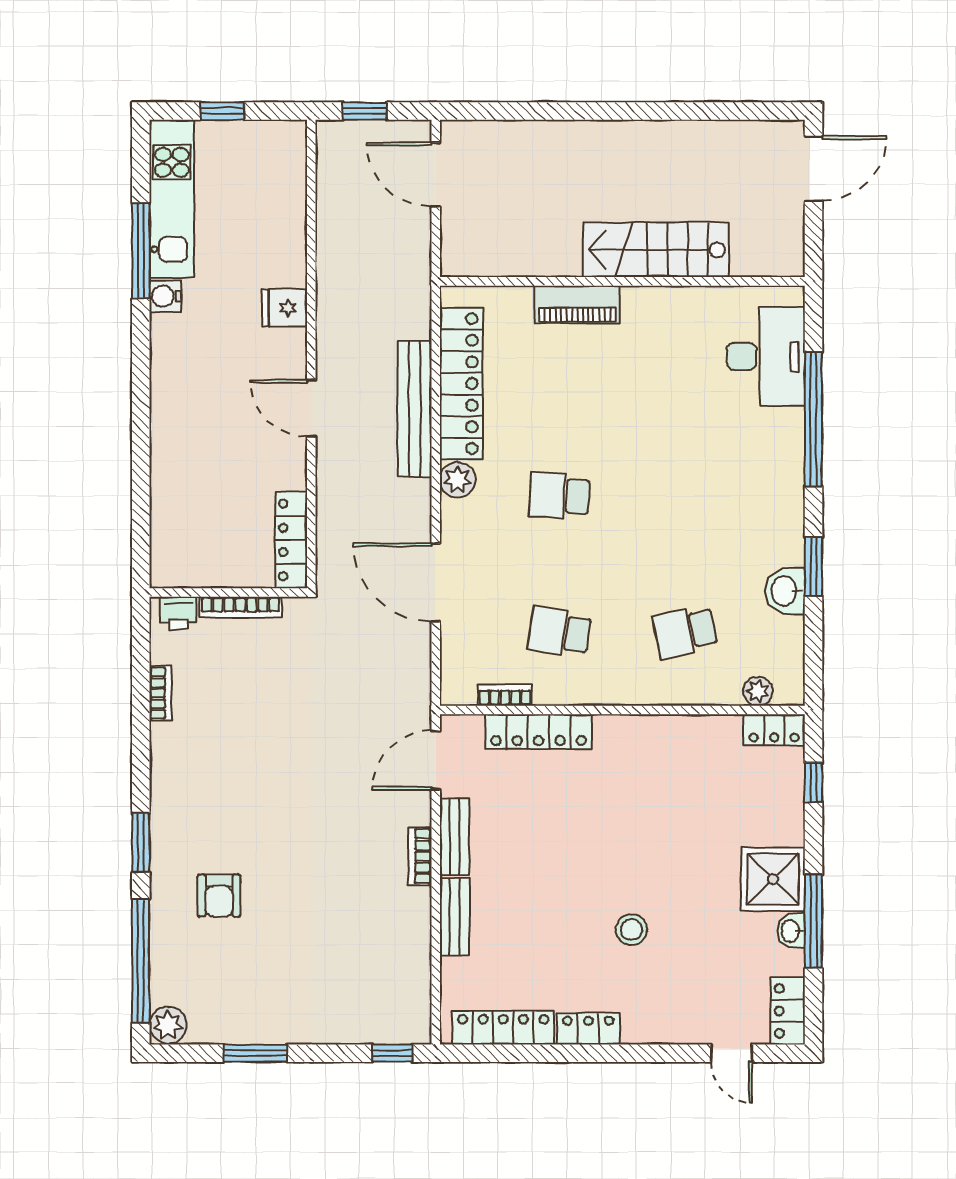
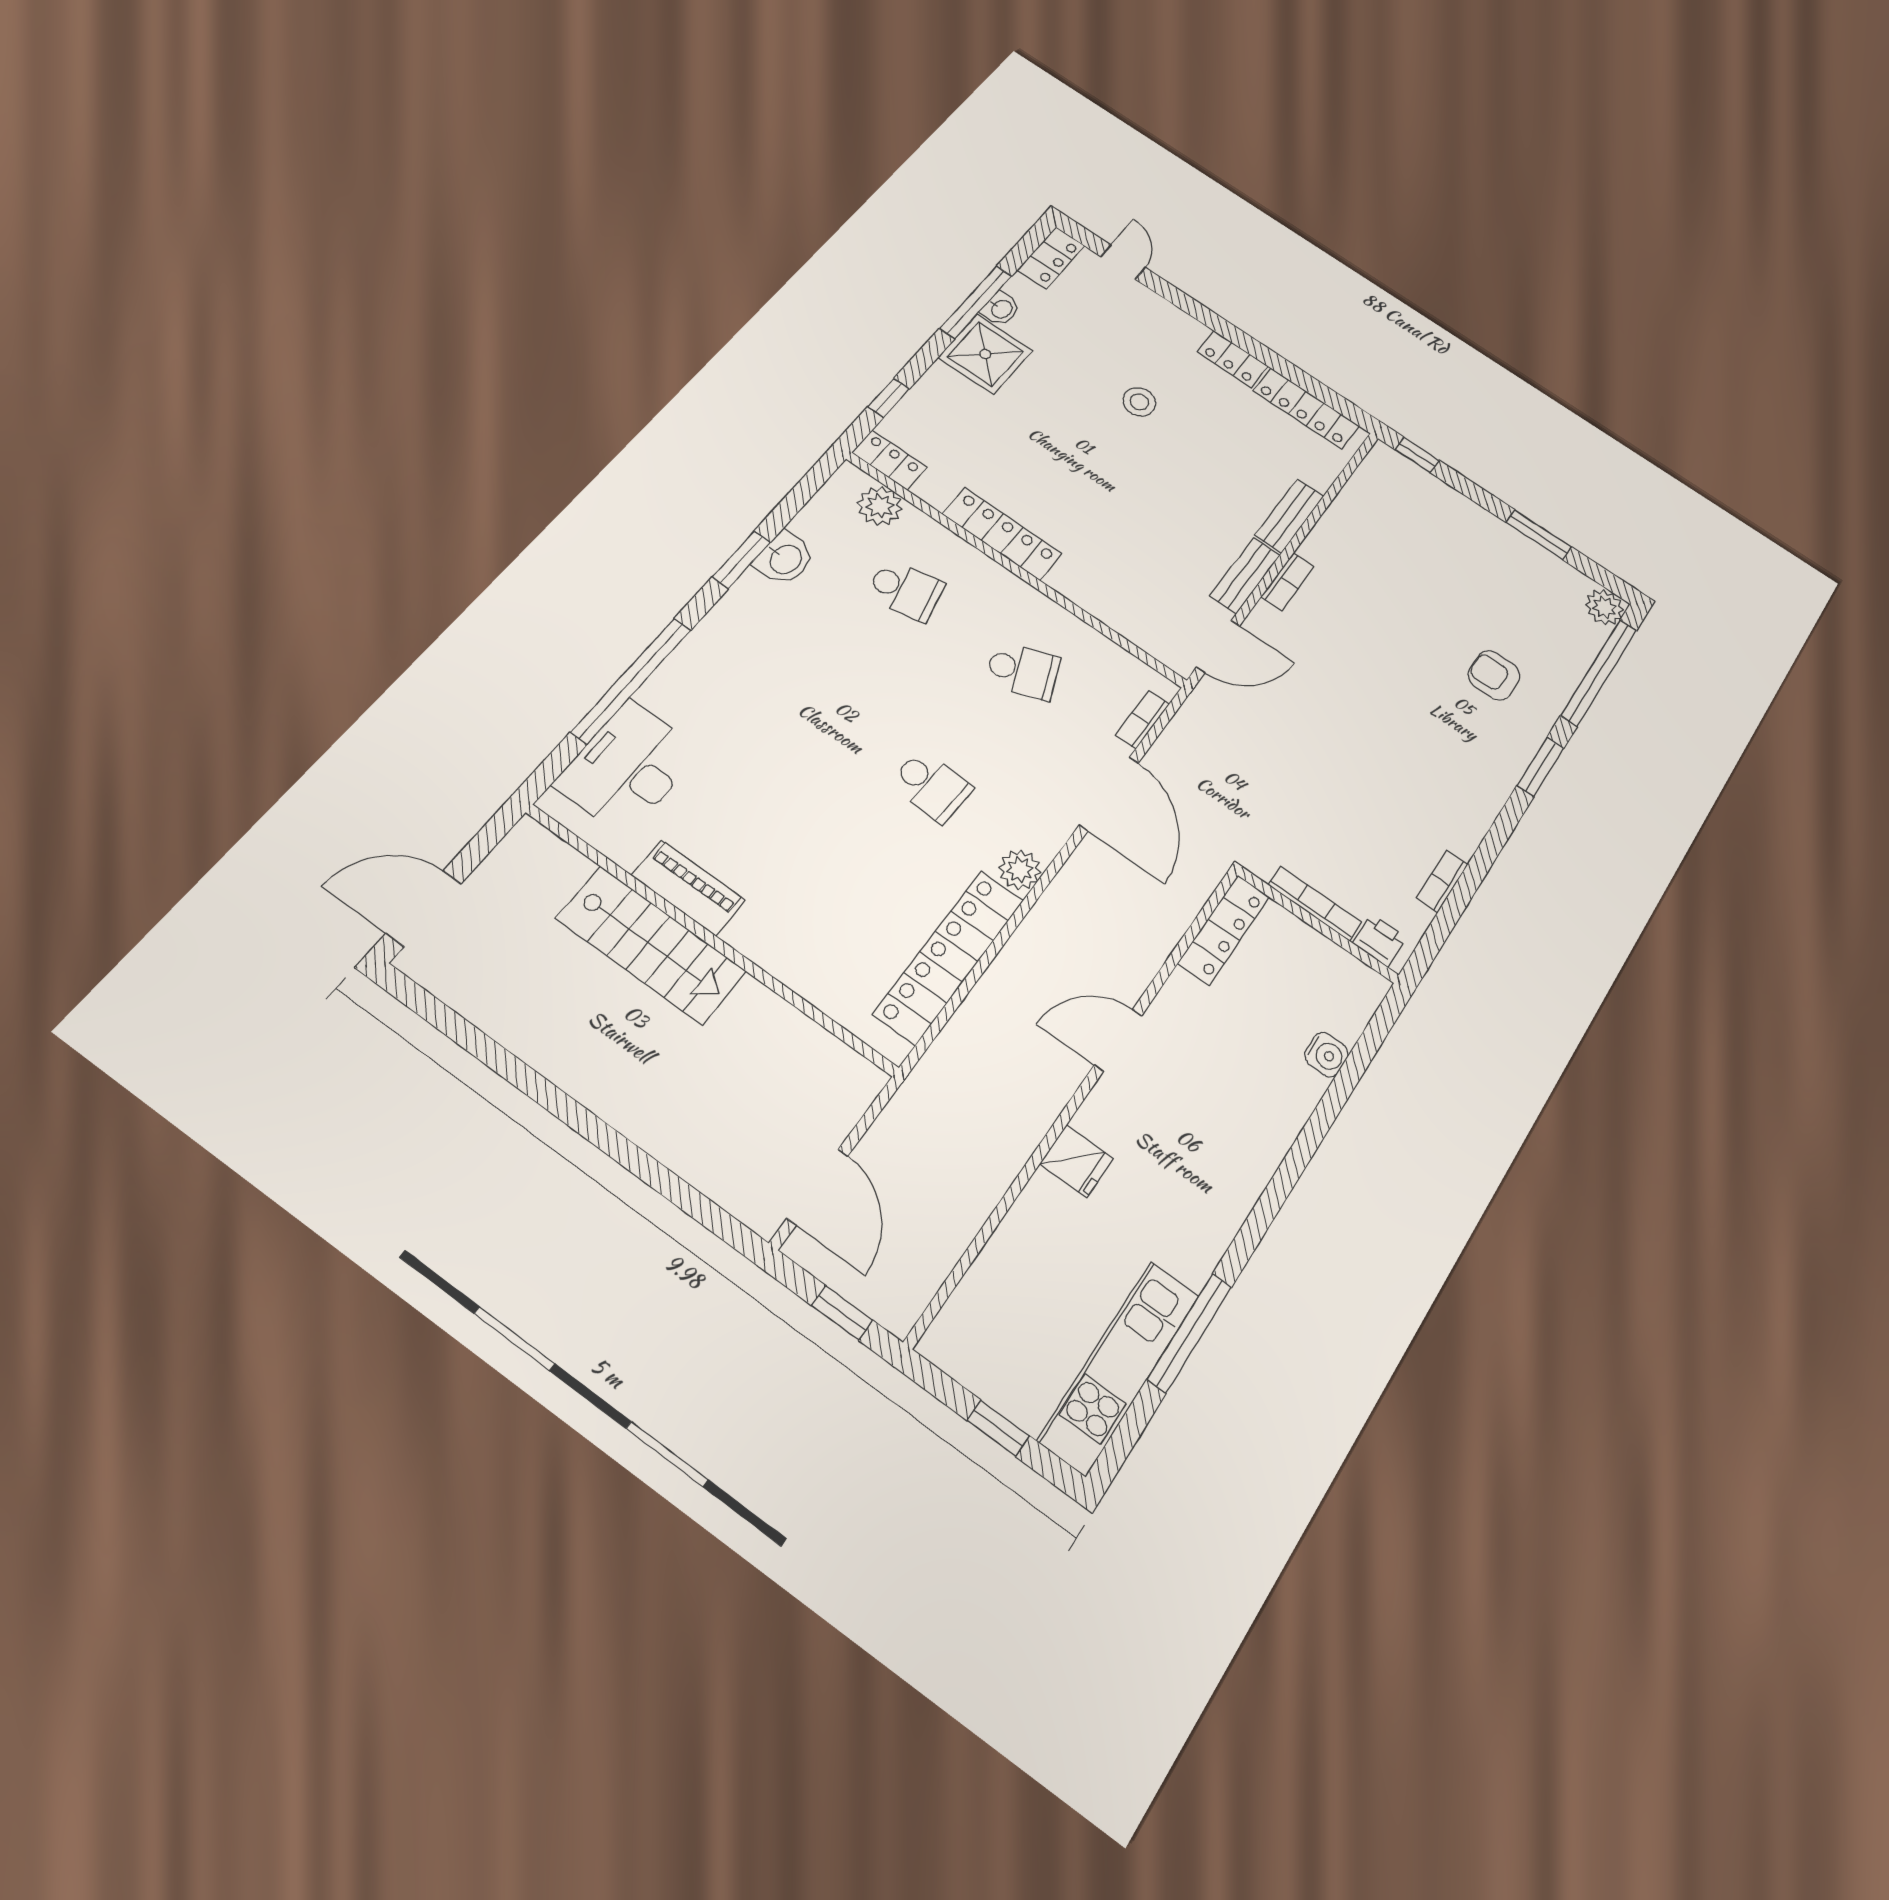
water cooler: (165, 296) -> (1326, 1054), moved
piano: (577, 305) -> (688, 888), moved
door: (311, 408) -> (1118, 1040), swing flipped
bench: (415, 409) -> (1014, 965), removed
school desk: (559, 632) -> (1023, 671), turned -30
plant: (758, 691) -> (880, 506), width x1.38, depth x1.38
bookcase: (505, 695) -> (1142, 720), moved, turned 90
locker: (539, 732) -> (1002, 534), moved
armchair: (219, 896) -> (1494, 675), turned -90

